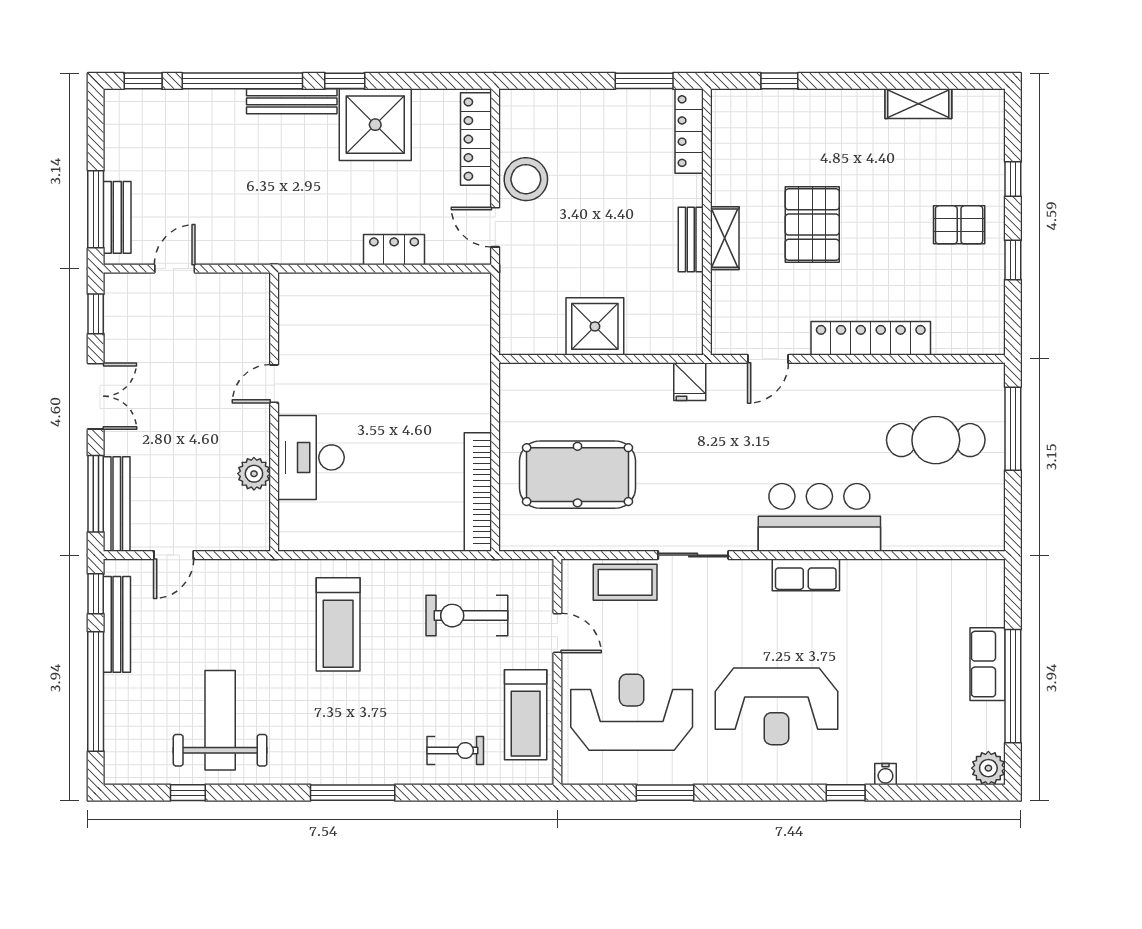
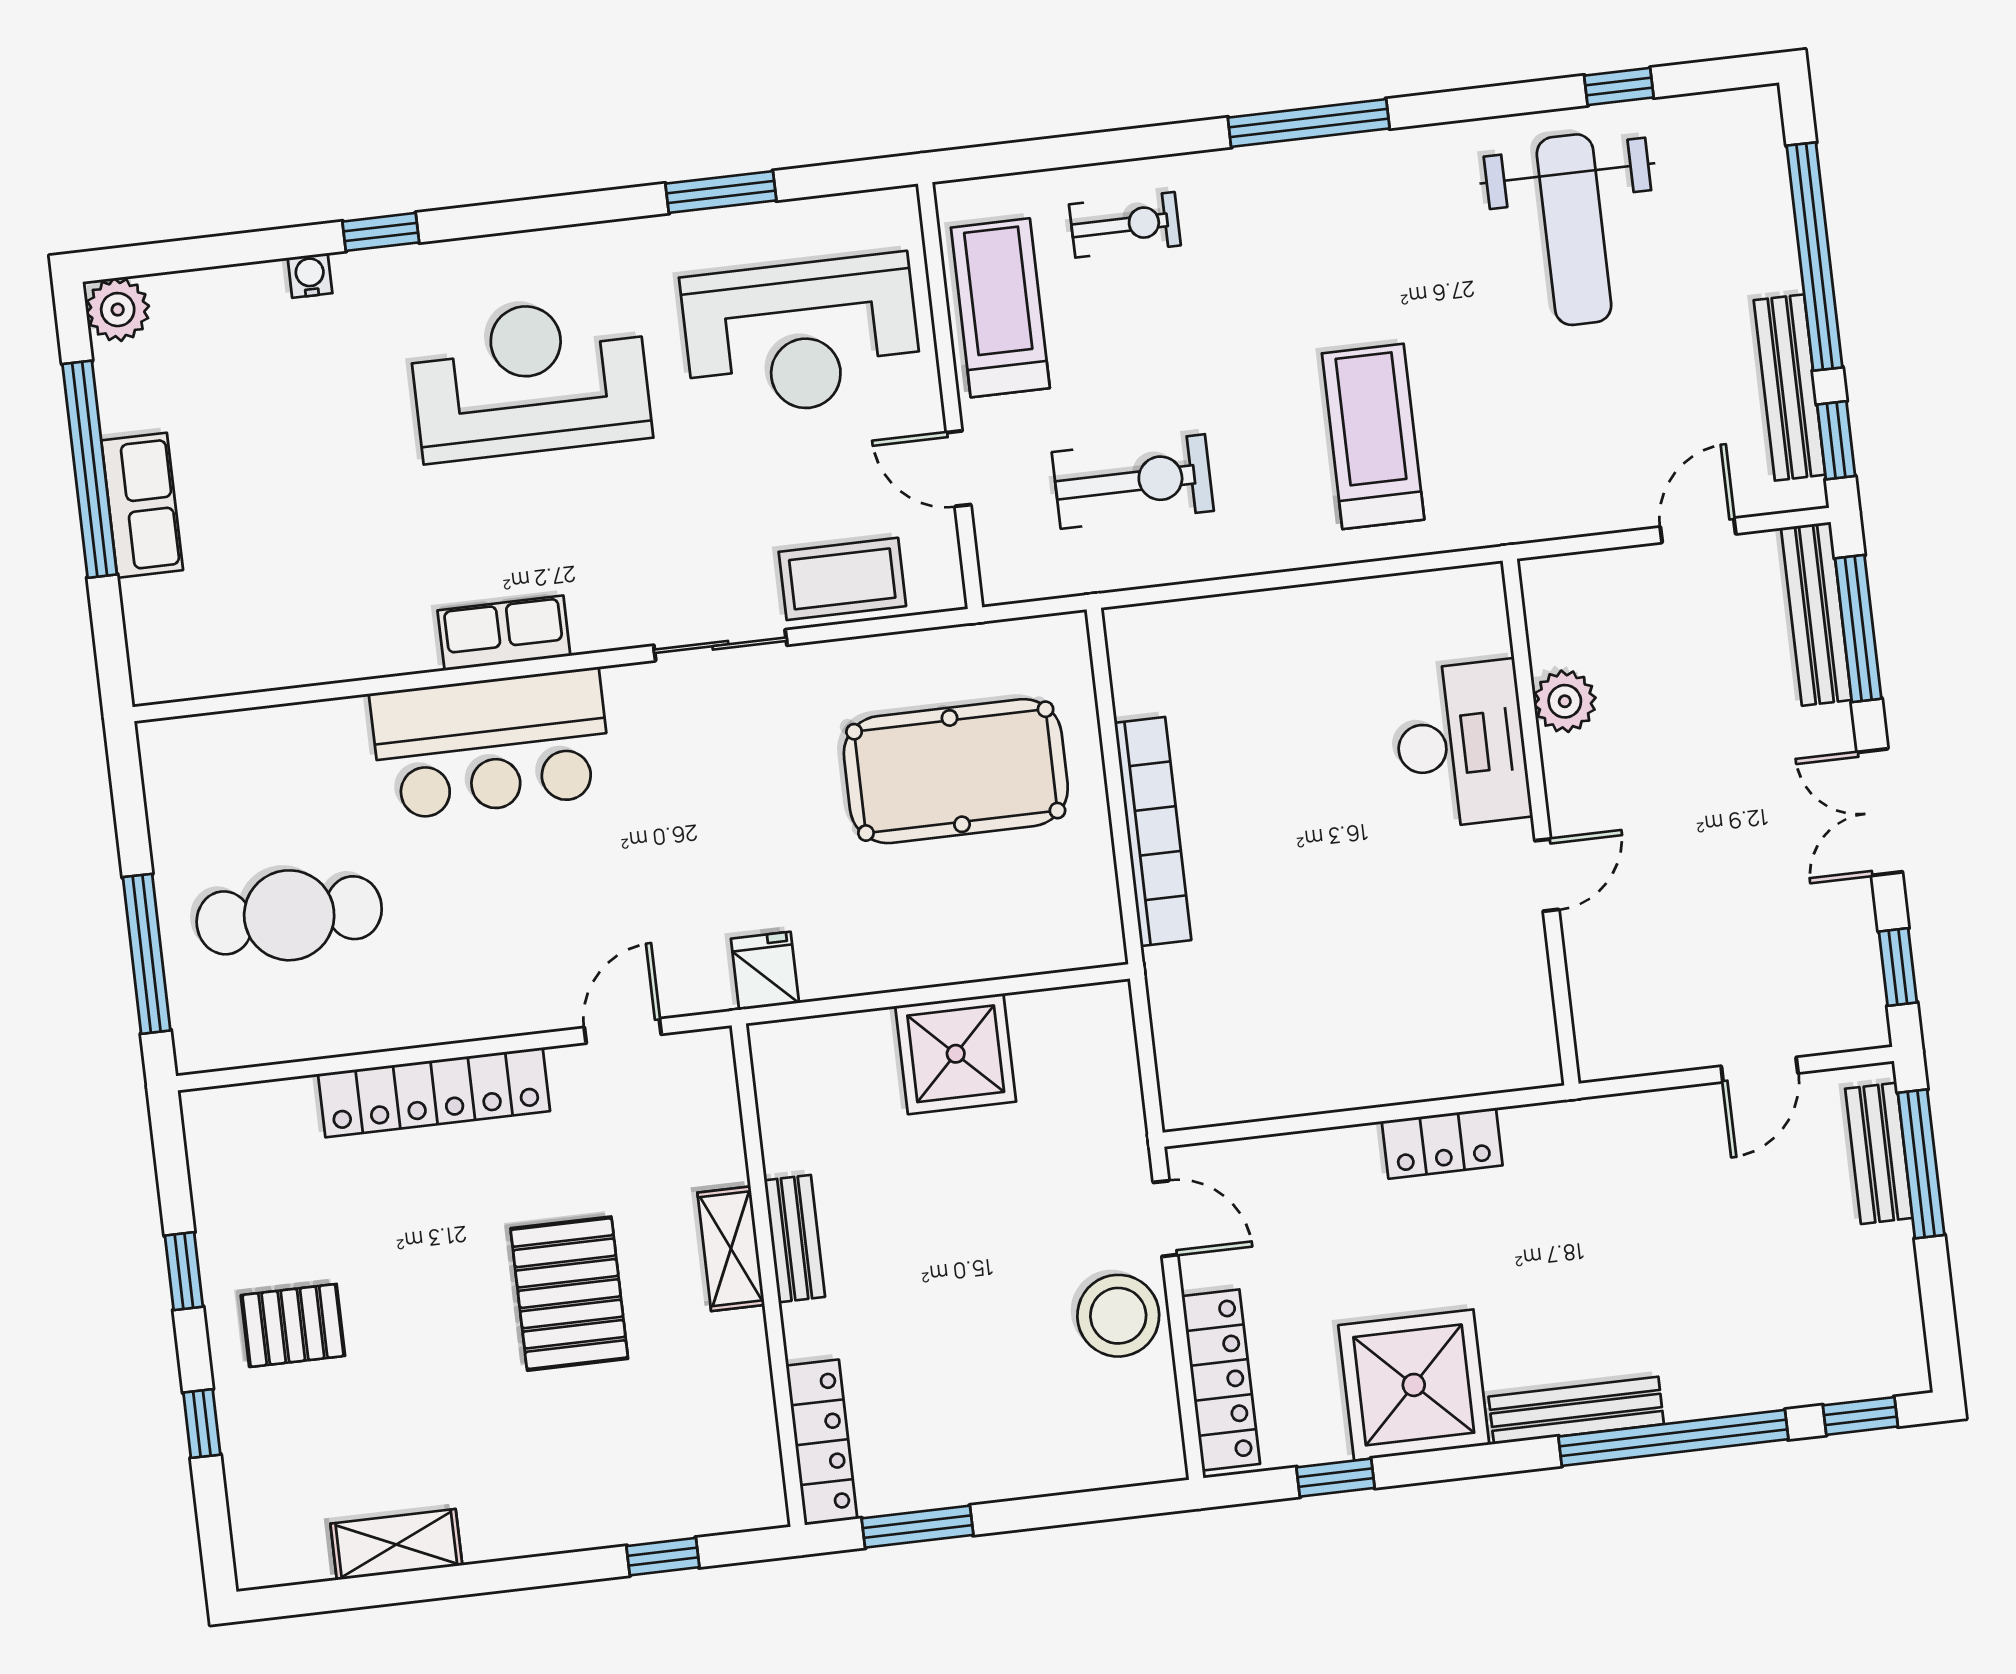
window: (345, 81) -> (1336, 1478), moved
locker: (394, 250) -> (1442, 1143), moved
bookcase: (478, 492) -> (1153, 831), moved
exercise bike: (455, 751) -> (1125, 225), turned 180

